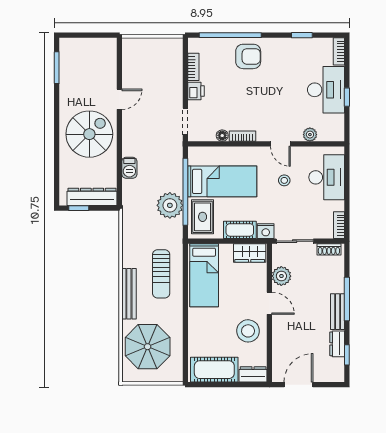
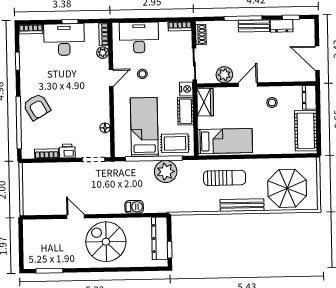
armchair: (248, 56) -> (37, 107), turned 150
bookcase: (243, 136) -> (104, 34), moved
stool: (248, 331) -> (272, 102), width x0.53, depth x0.53

